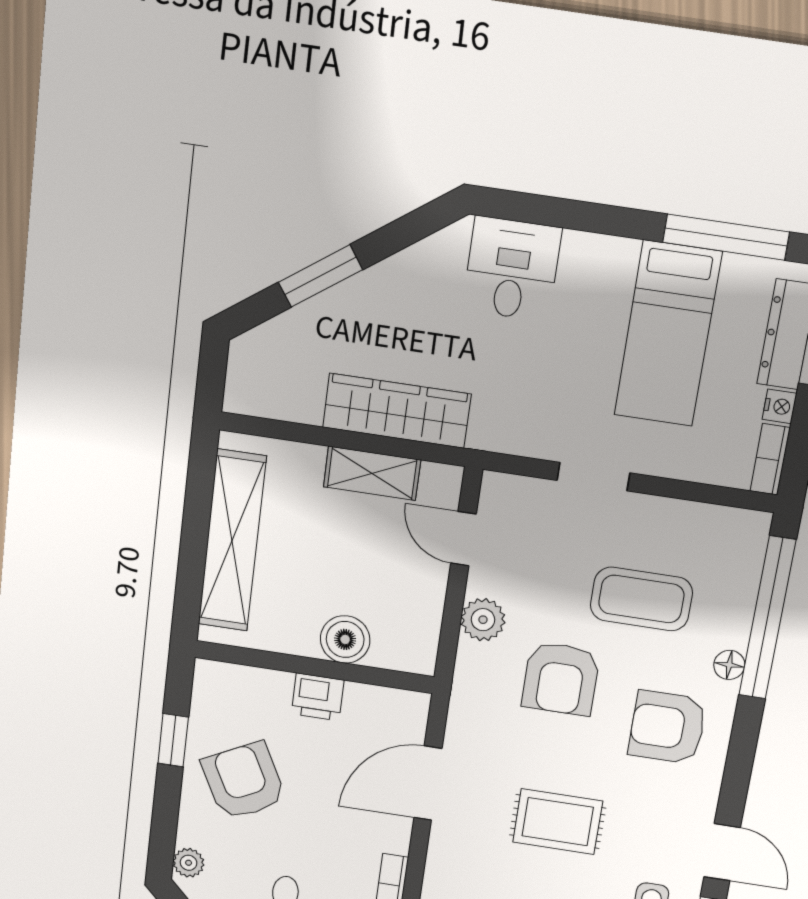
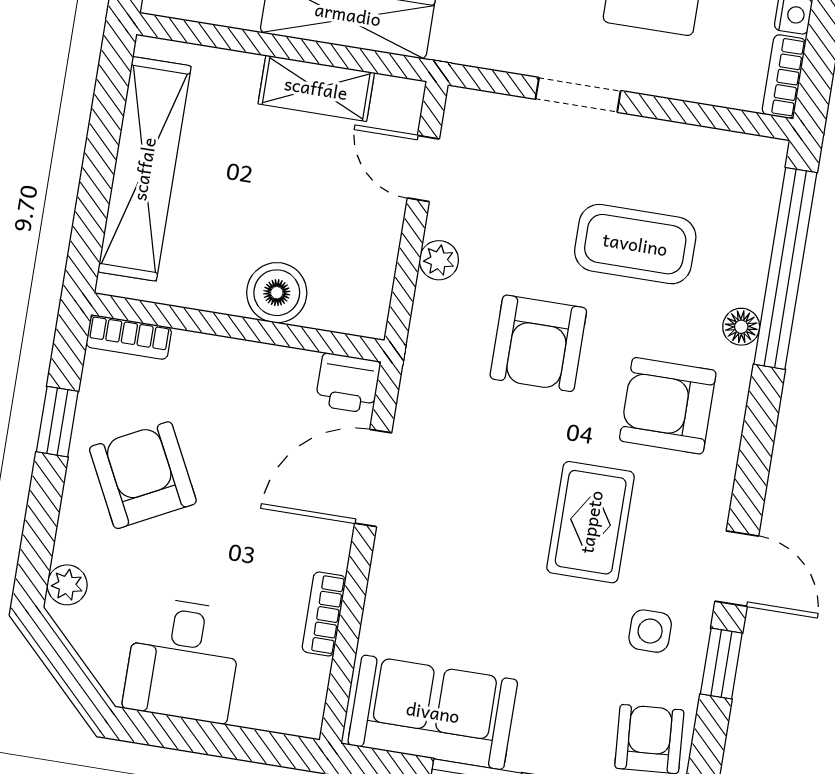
plant: (483, 620) -> (439, 260), width x0.73, depth x0.73
bookcase: (227, 675) -> (129, 337), added
printer: (318, 697) -> (348, 383), moved
rug: (558, 822) -> (591, 522), moved, turned 90

